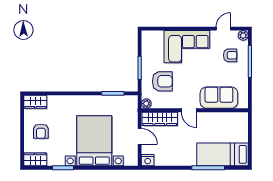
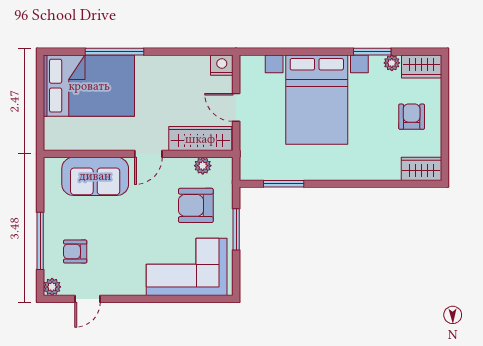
corner sofa: (187, 47) -> (187, 267), moved
plant: (146, 104) -> (203, 166), moved
door: (189, 110) -> (148, 154), swing flipped
bed: (222, 154) -> (89, 86), width x1.50
plant: (52, 161) -> (392, 63), added

